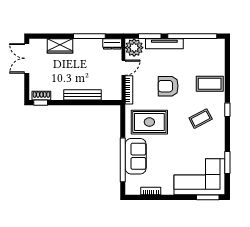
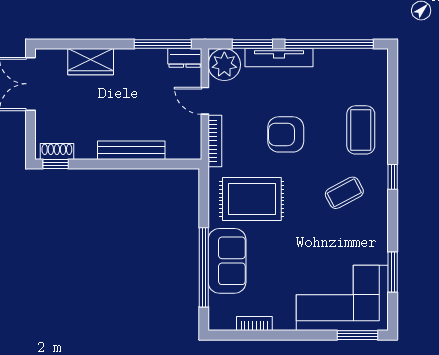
window: (89, 36) -> (163, 44), moved
door: (123, 68) -> (205, 101), swing flipped
coffee table: (210, 84) -> (361, 130), turned 90

